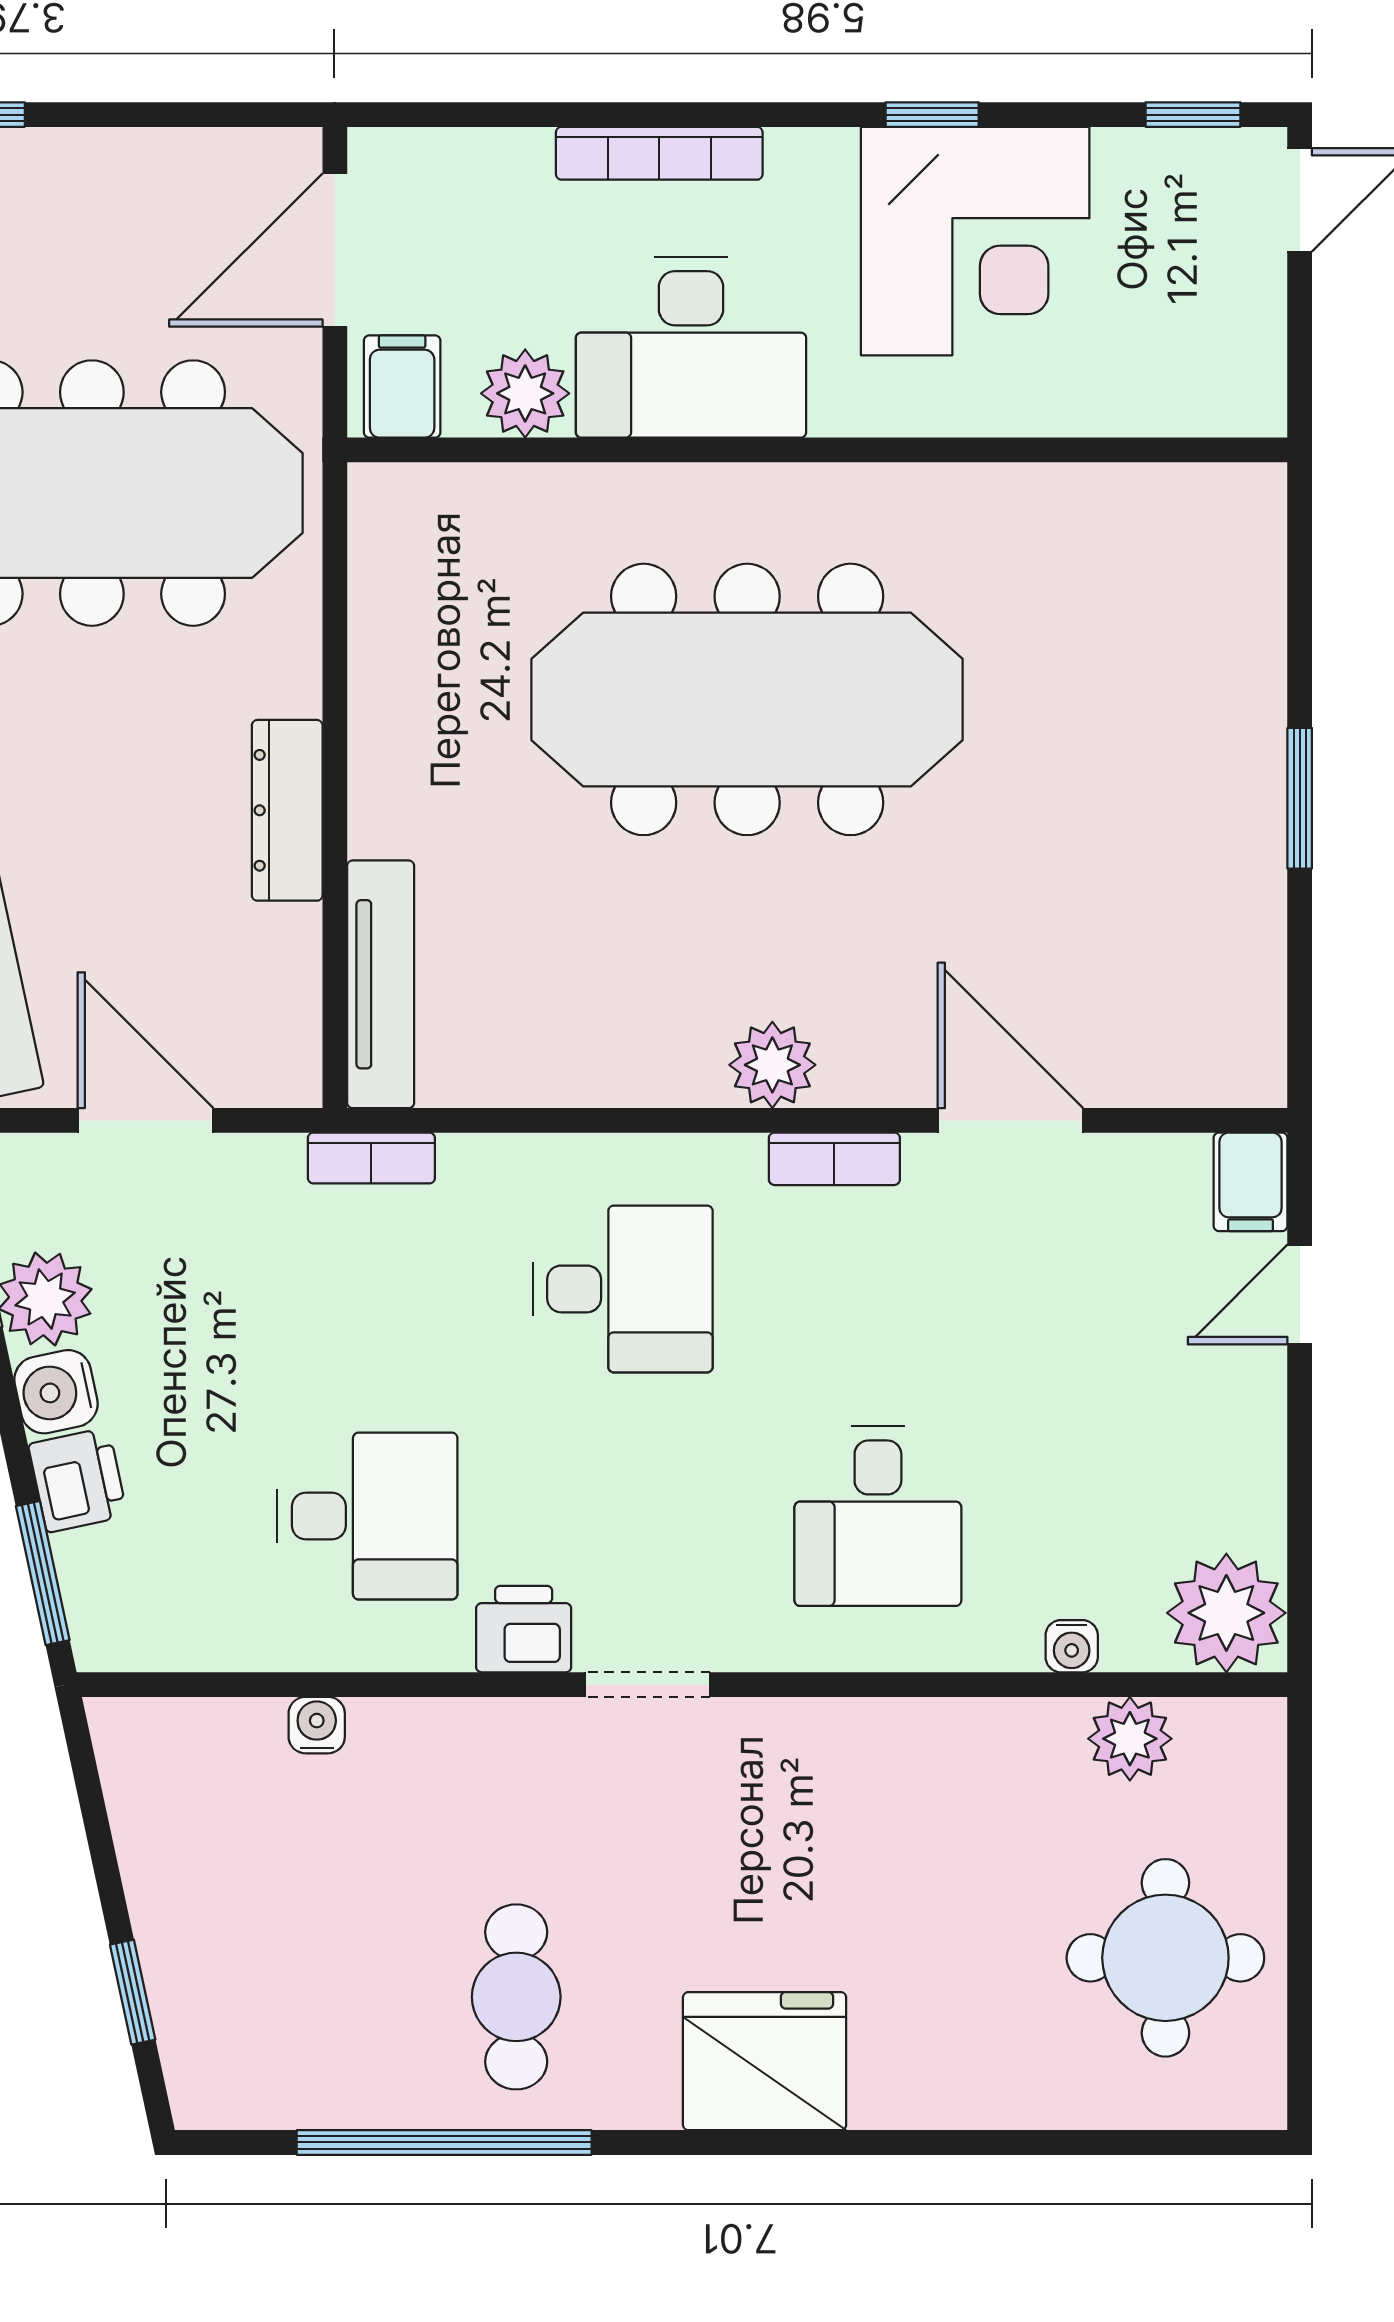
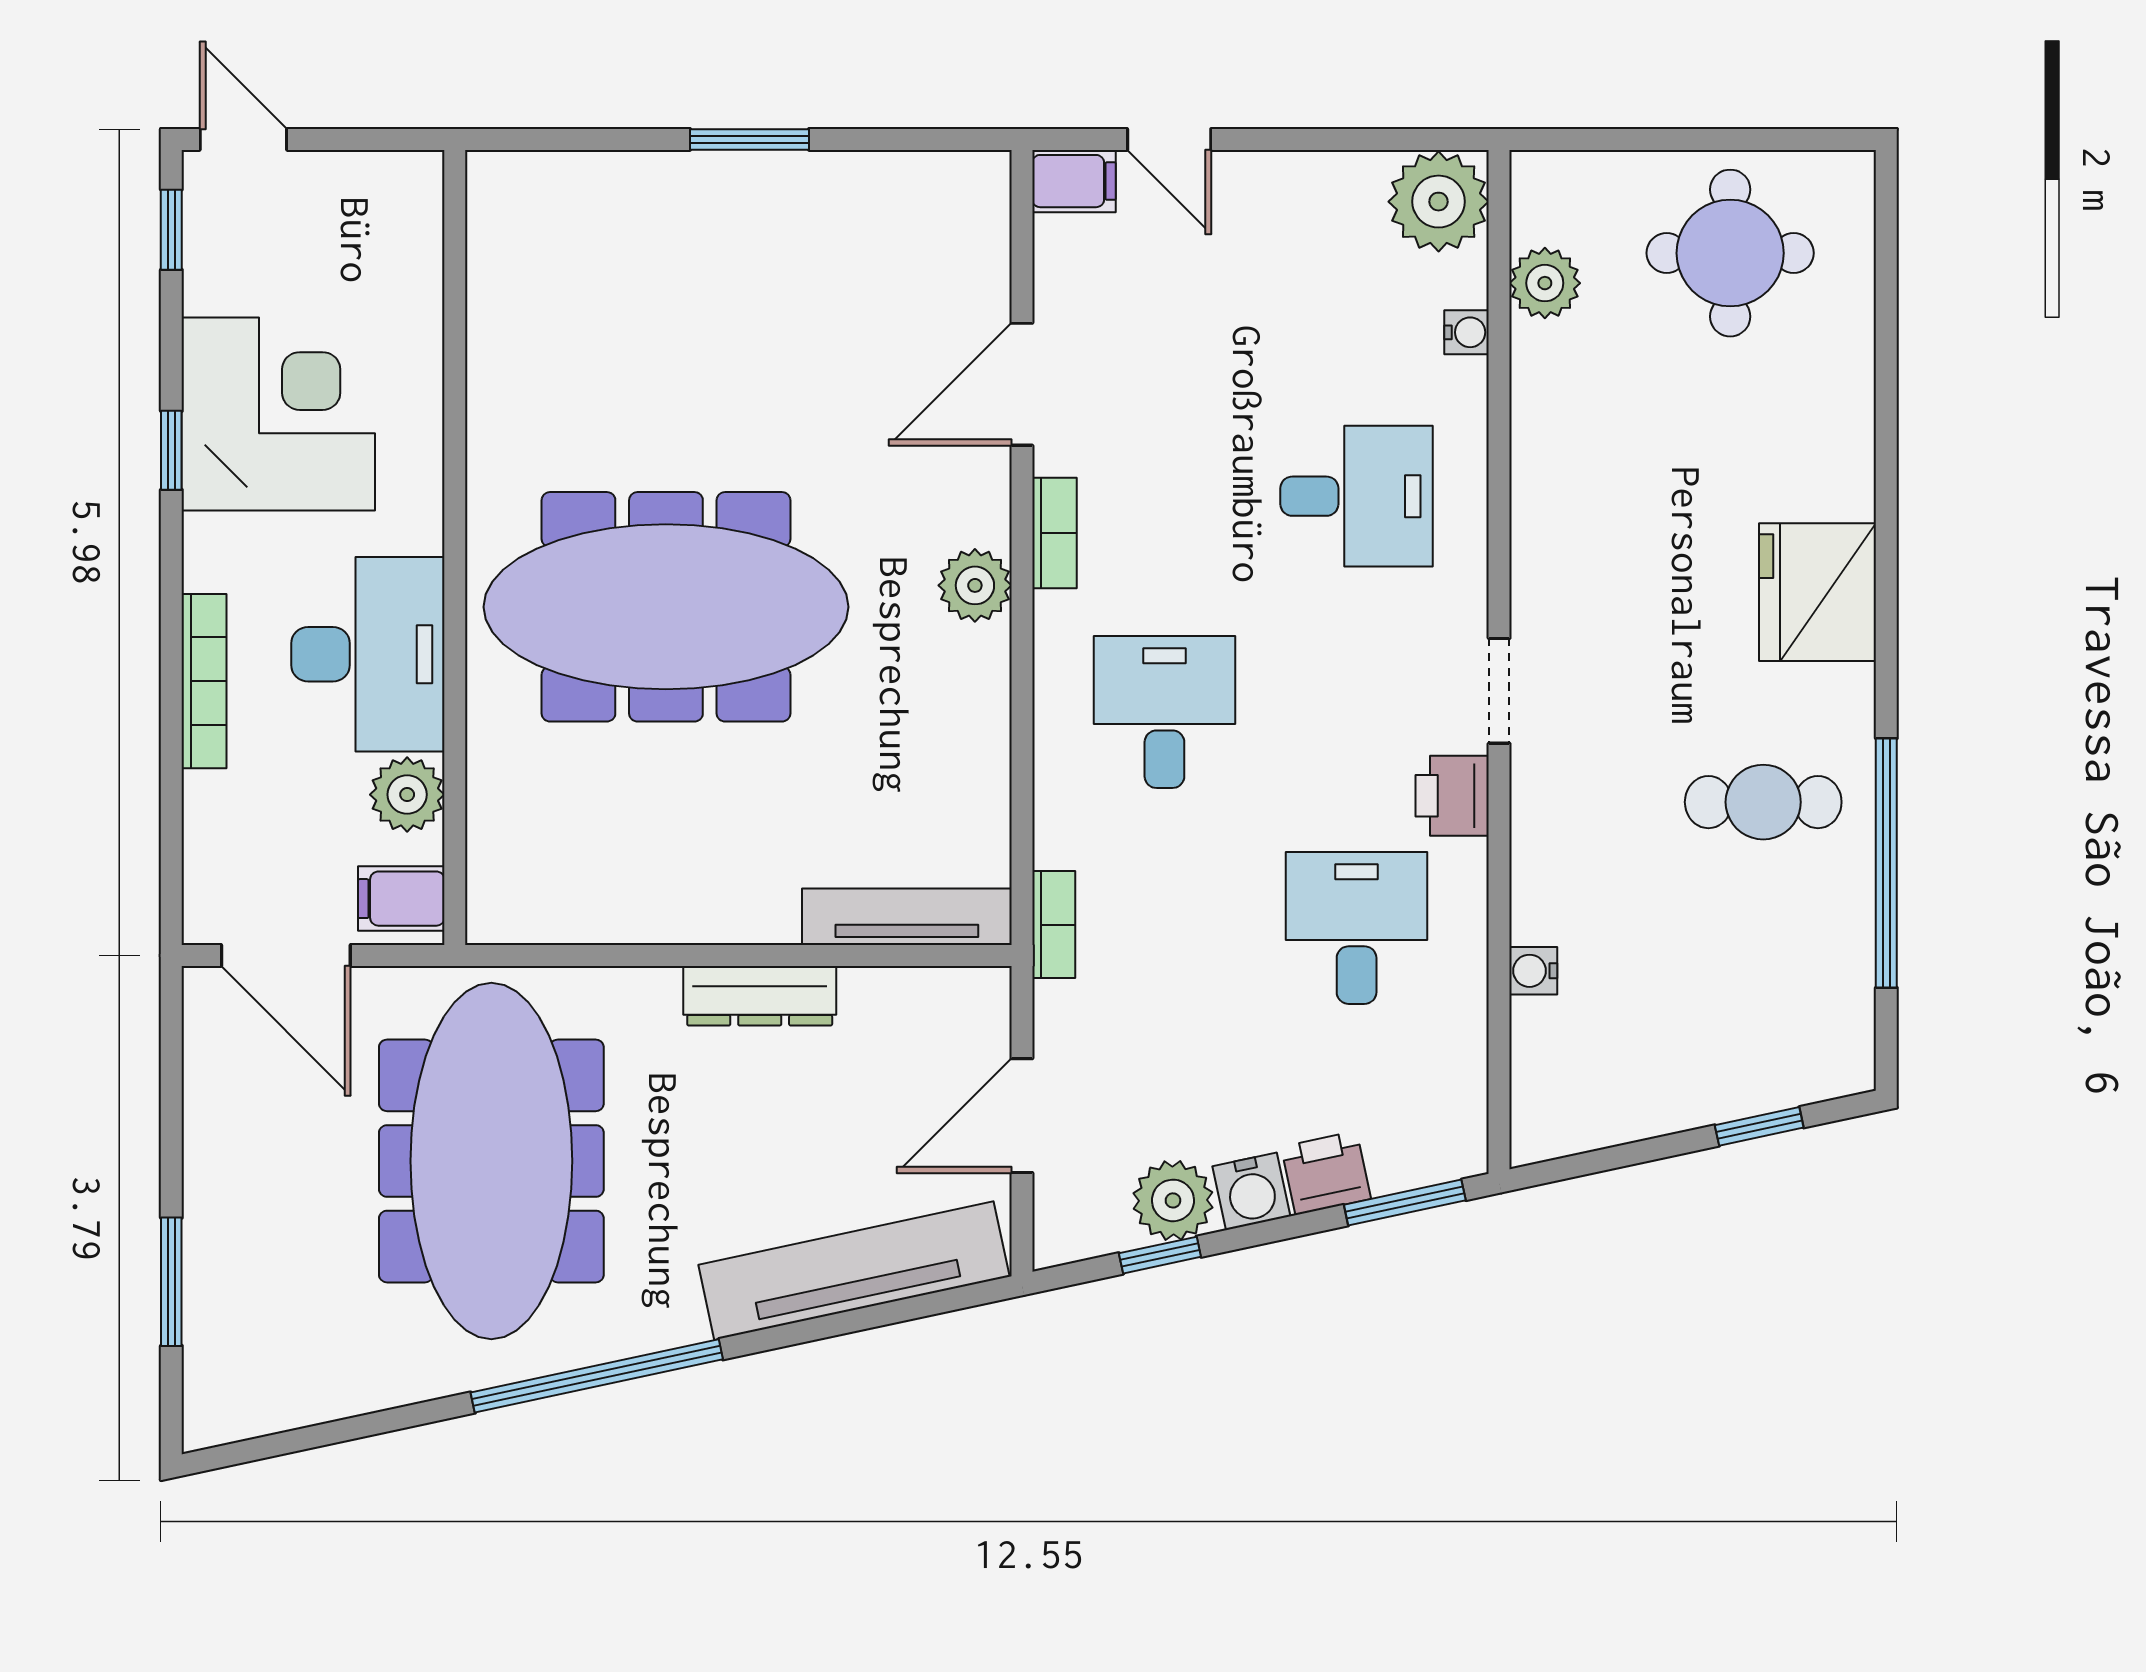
meeting table: (747, 699) -> (666, 607), turned 90

